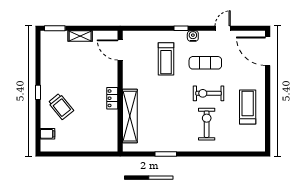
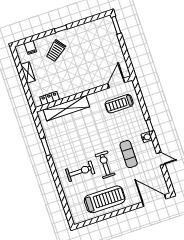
shelving: (80, 36) -> (28, 73), moved
door: (268, 51) -> (154, 201), hinge flipped
treadmill: (166, 59) -> (119, 104), moved
locker: (112, 98) -> (50, 98), moved
treadmill: (248, 107) -> (105, 199), width x1.37, depth x1.38

